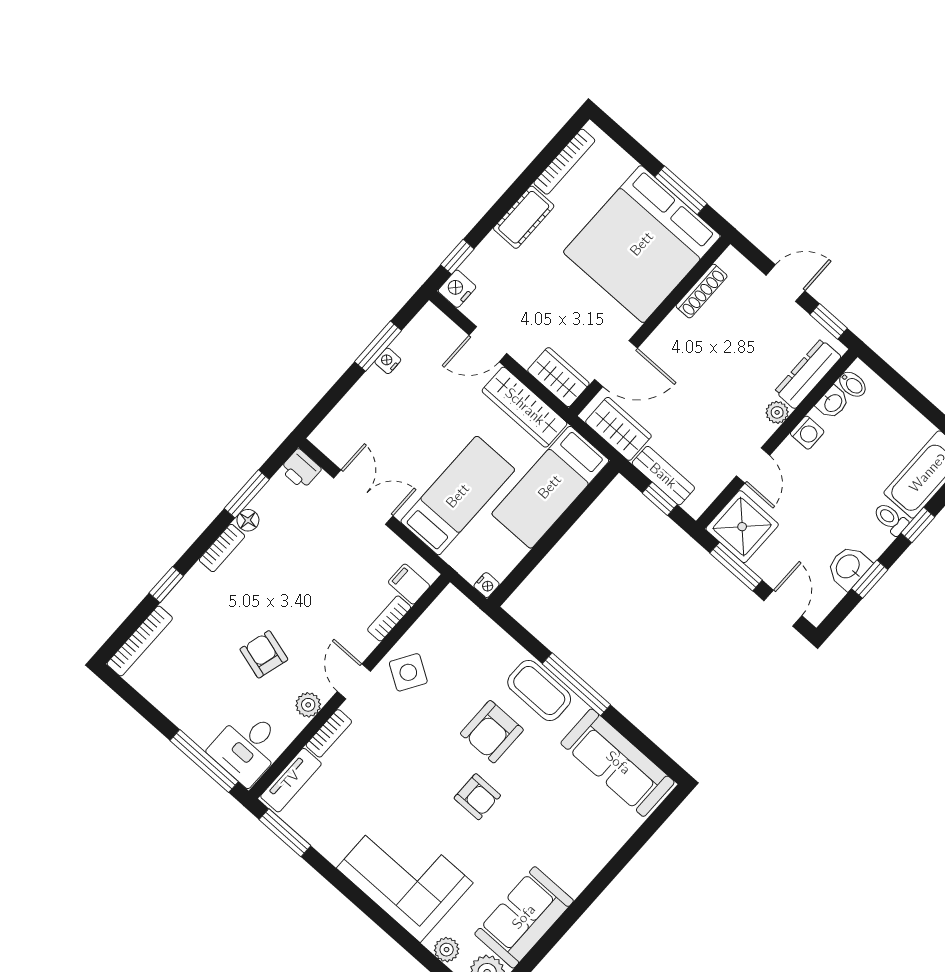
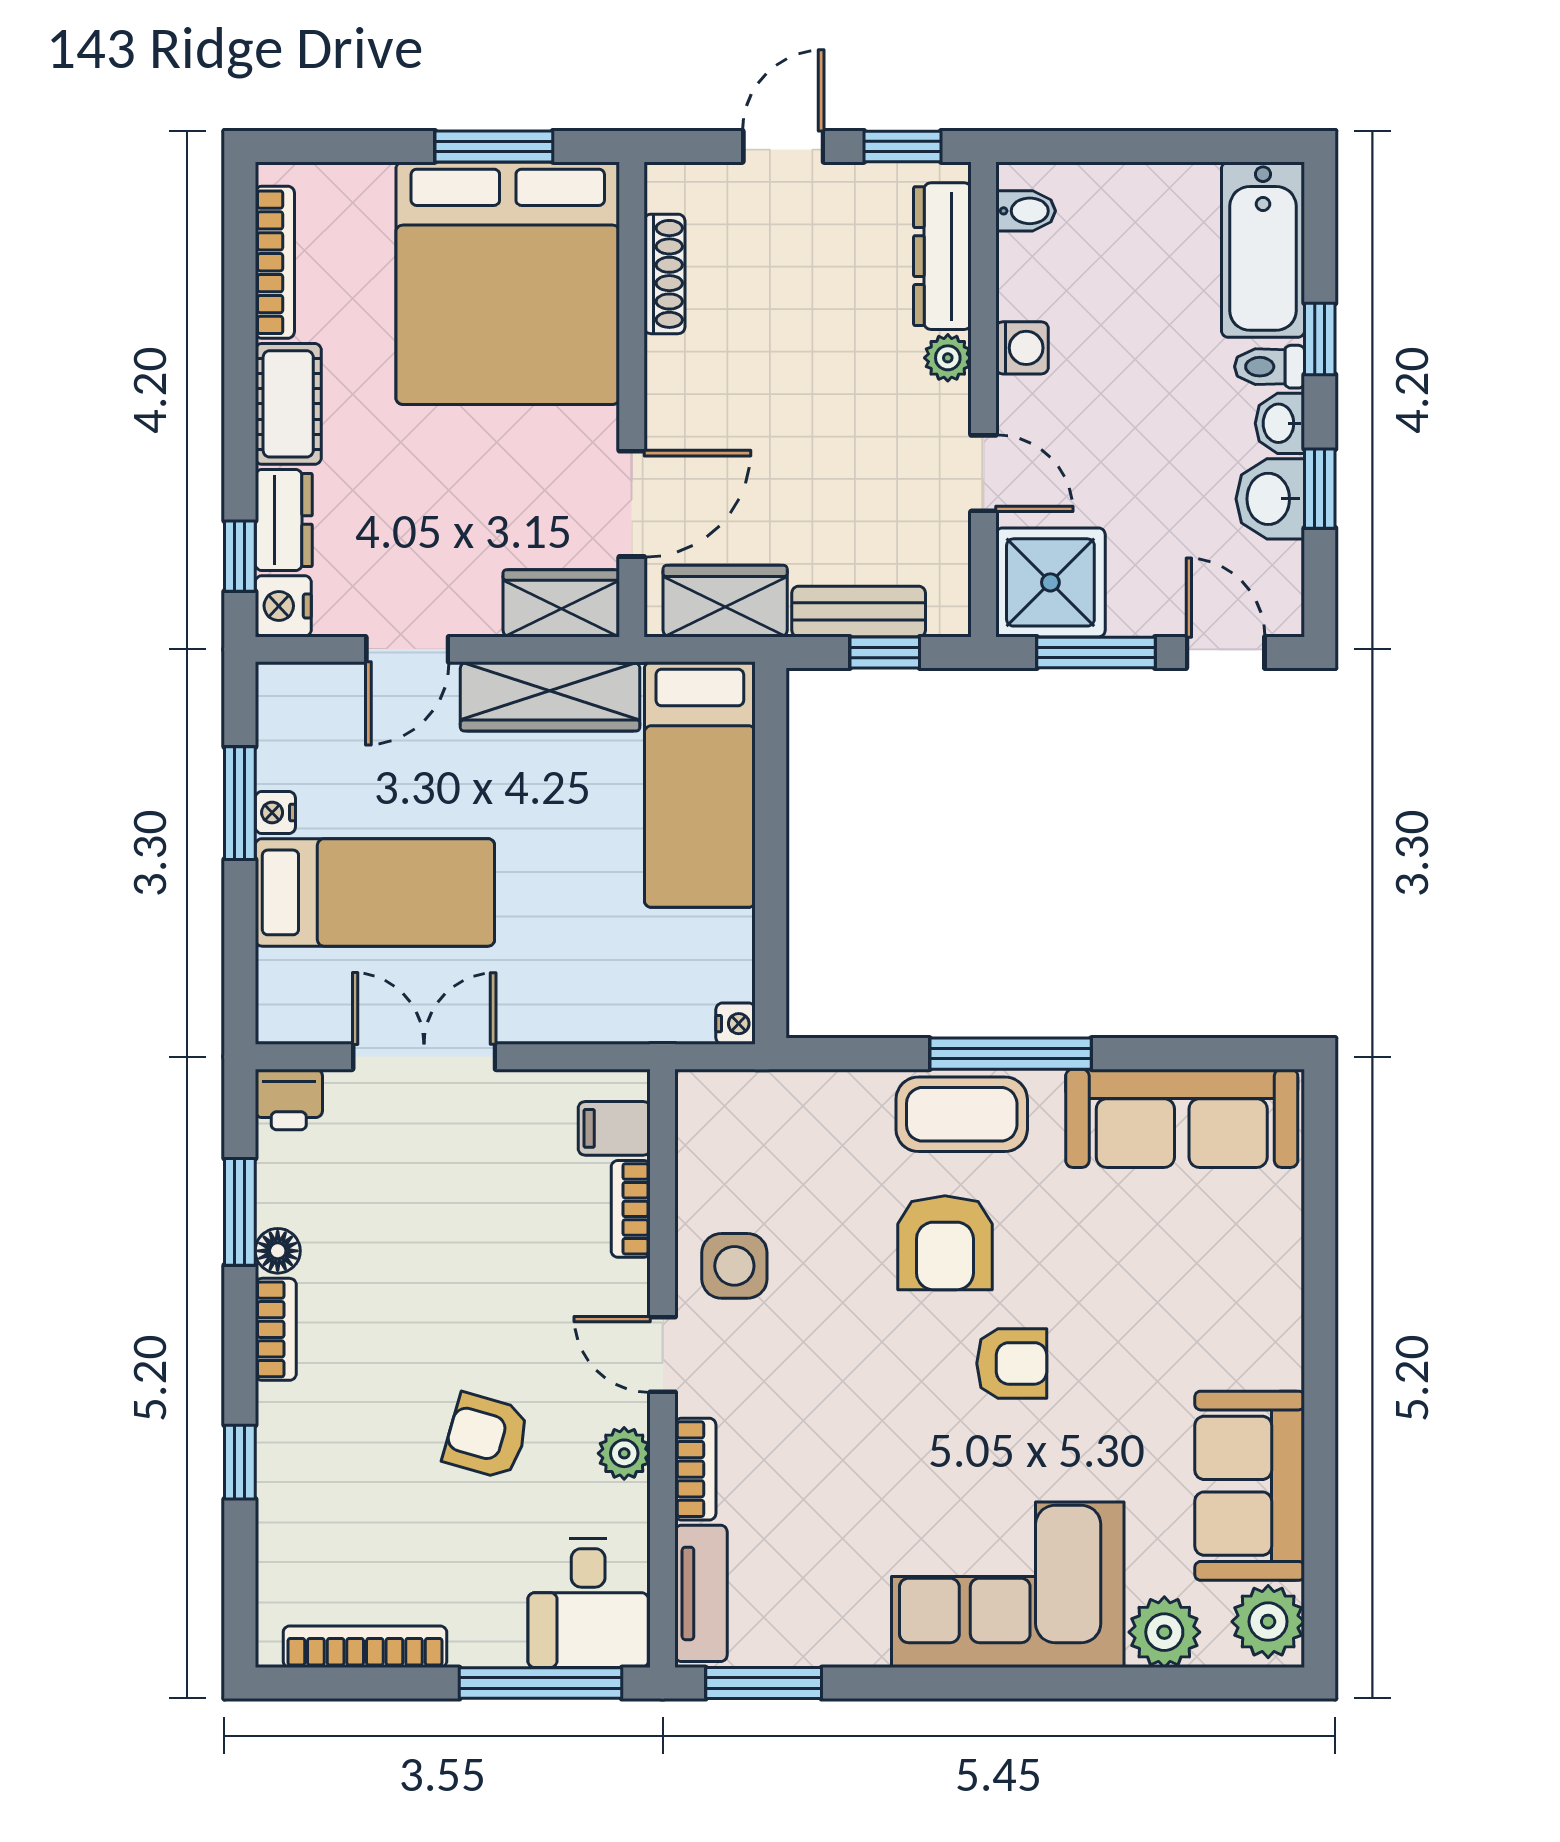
dresser: (485, 258) -> (284, 520), added
washbasin: (833, 403) -> (1280, 423), moved, turned 180
bed: (458, 496) -> (375, 892), moved, turned 90
bookcase: (140, 641) -> (365, 1647), moved, turned -90
side table: (408, 672) -> (734, 1266), turned -32
plant: (447, 950) -> (1164, 1632), width x1.38, depth x1.38

